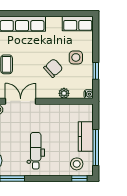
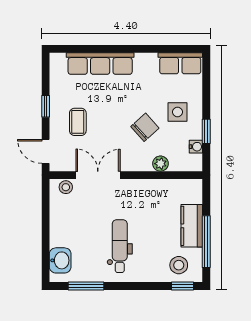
water cooler: (89, 94) -> (196, 147), moved

